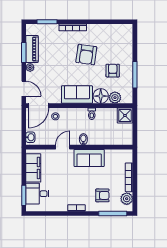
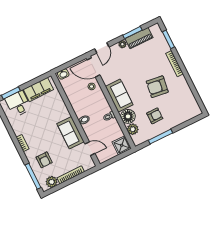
door: (63, 147) -> (90, 149), moved

